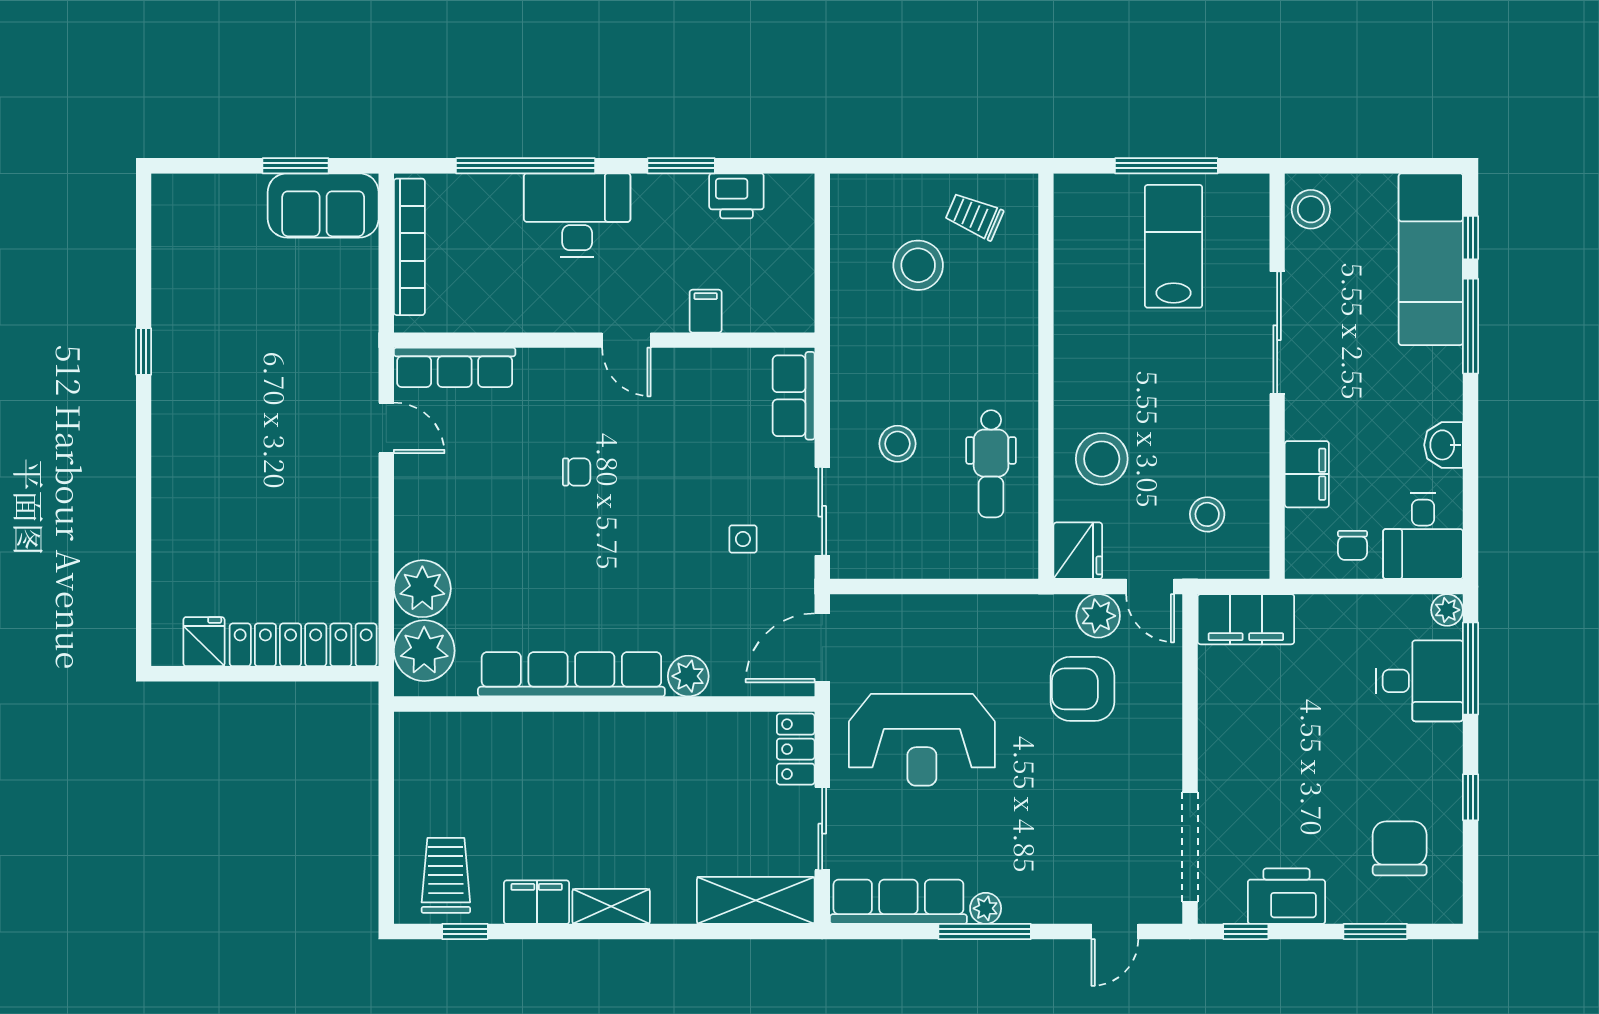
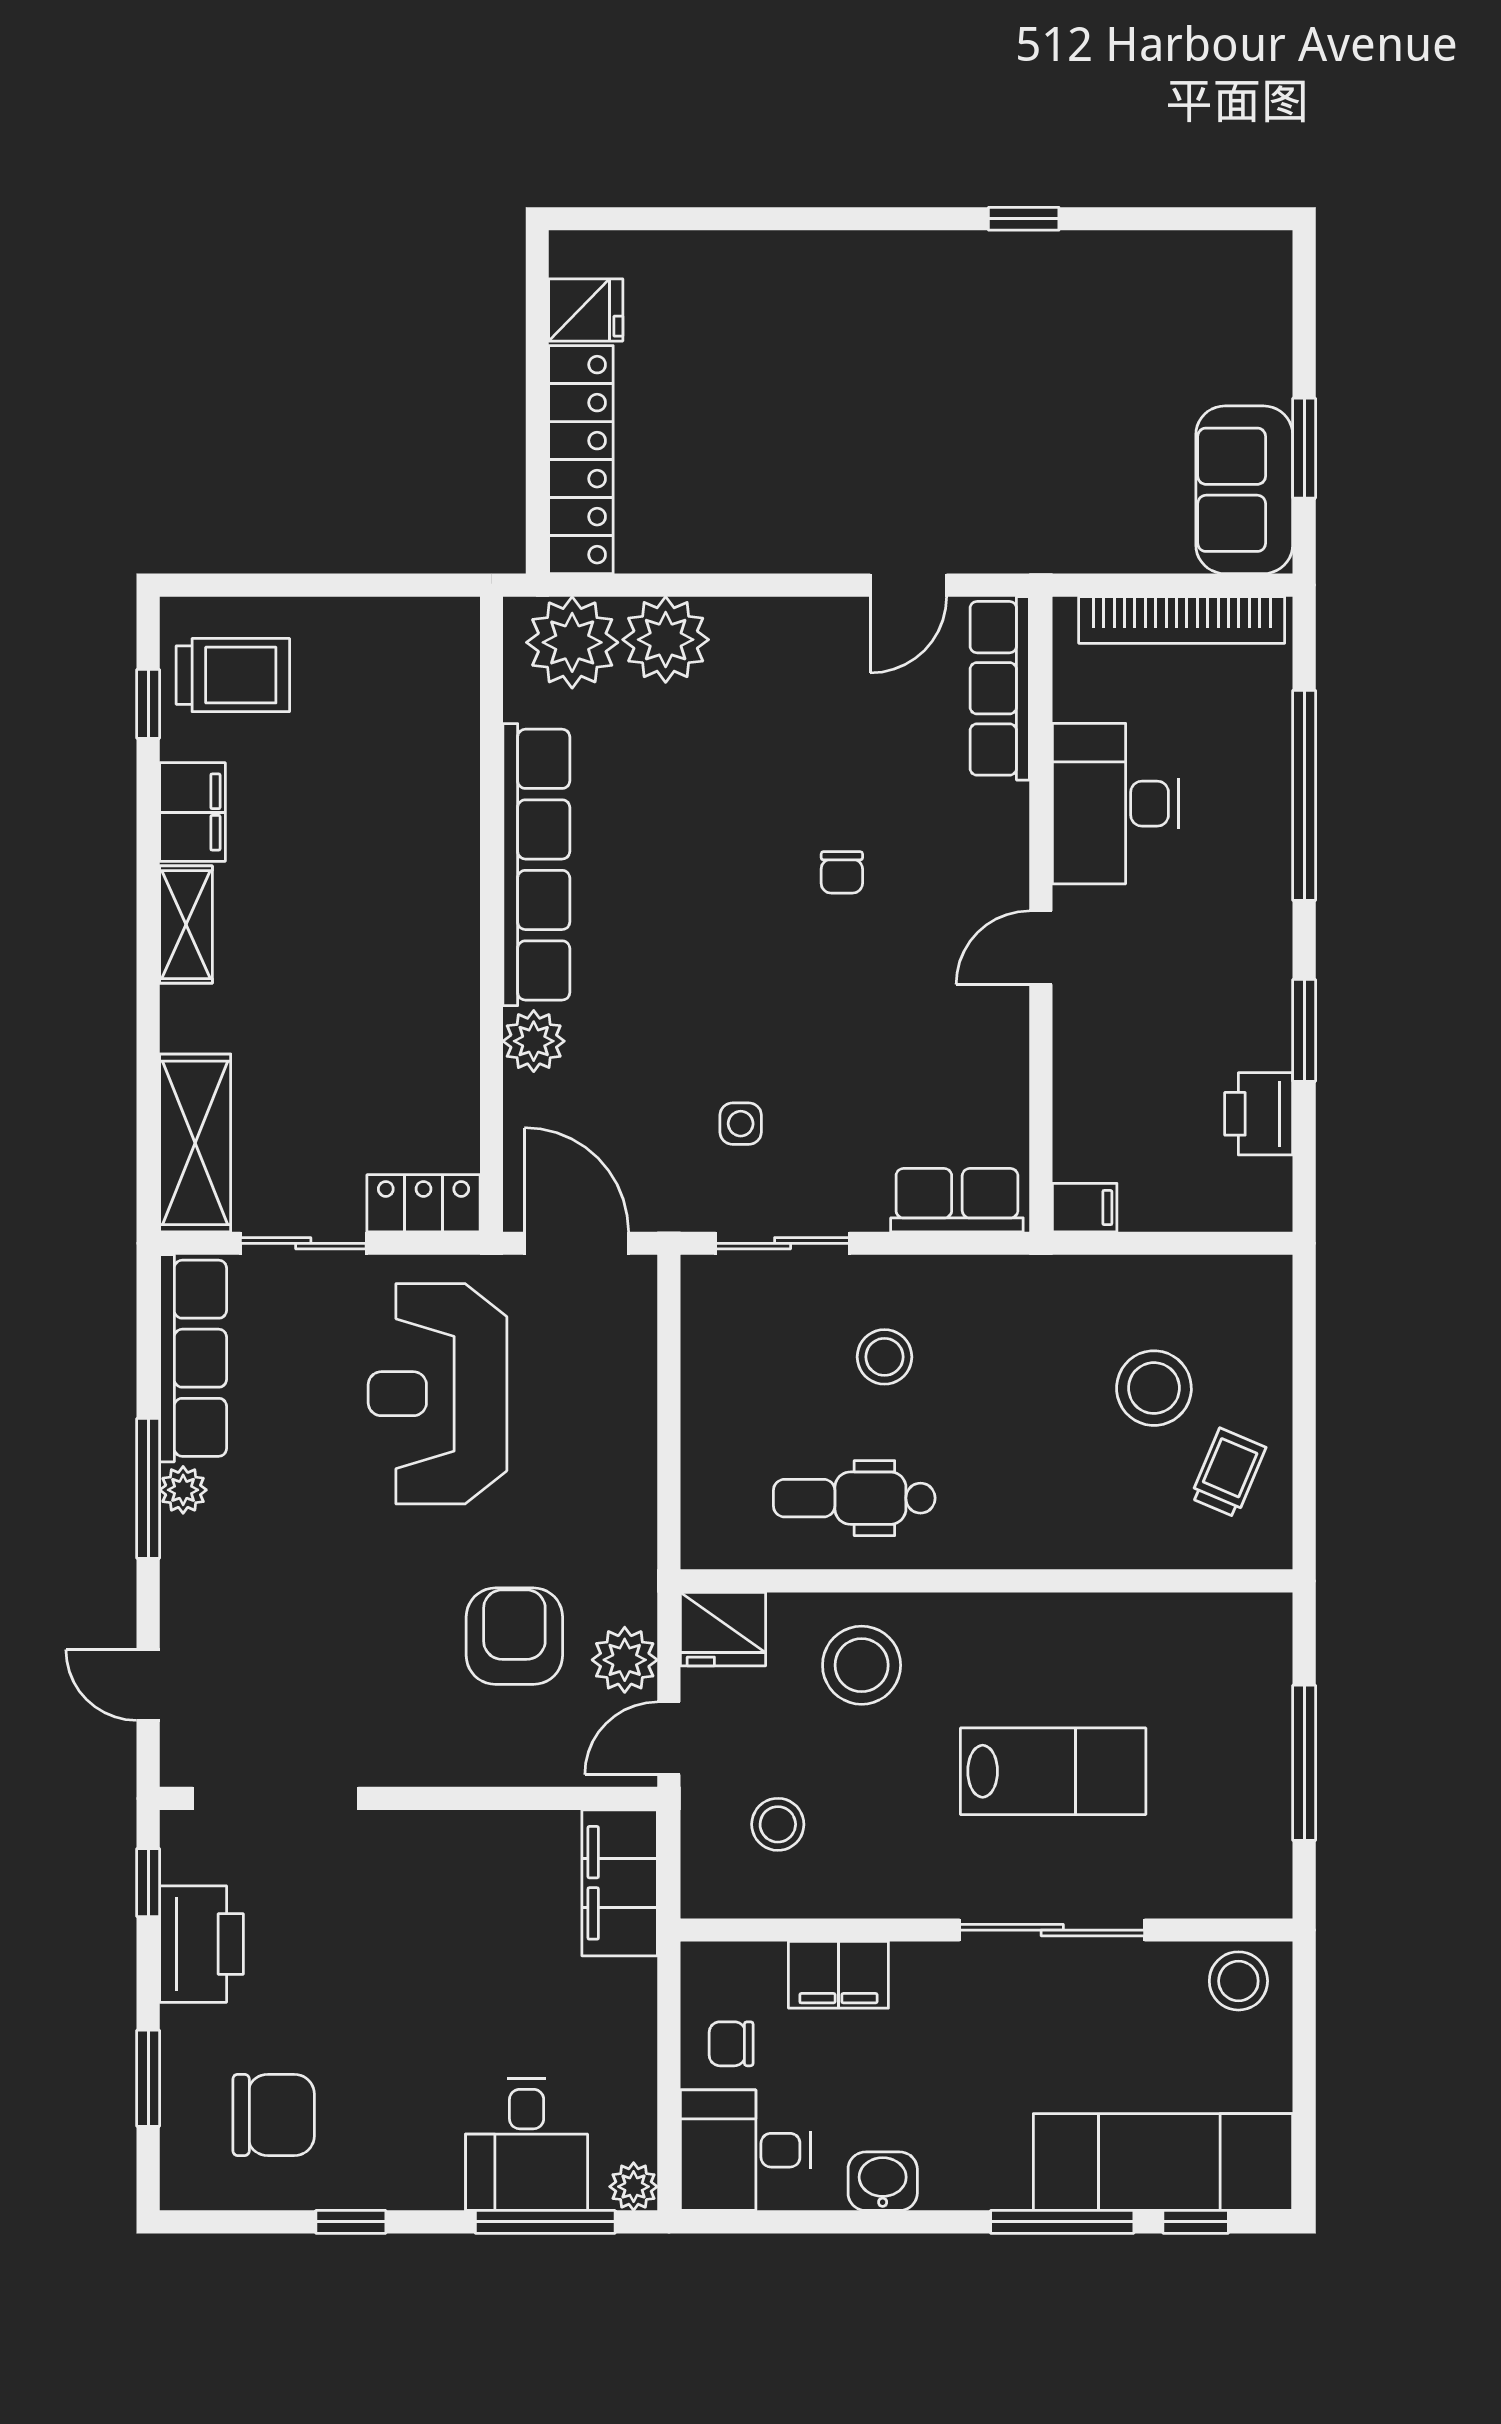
desk: (577, 215) -> (1115, 804), moved, turned 180
lab bench: (1174, 246) -> (1053, 1771), moved
filing cabinet: (706, 311) -> (1085, 1208), moved

